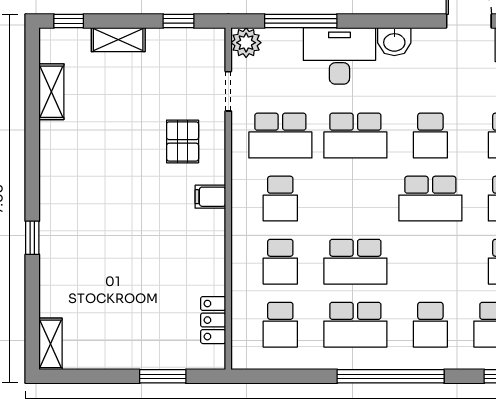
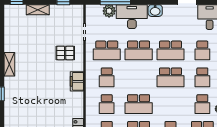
plant: (246, 43) -> (109, 11), moved
shelving: (51, 92) -> (9, 64), moved
school desk: (430, 136) -> (170, 50), width x1.85
pallet: (183, 141) -> (65, 53), turned 90
filing cabinet: (210, 197) -> (77, 81), width x2.00

